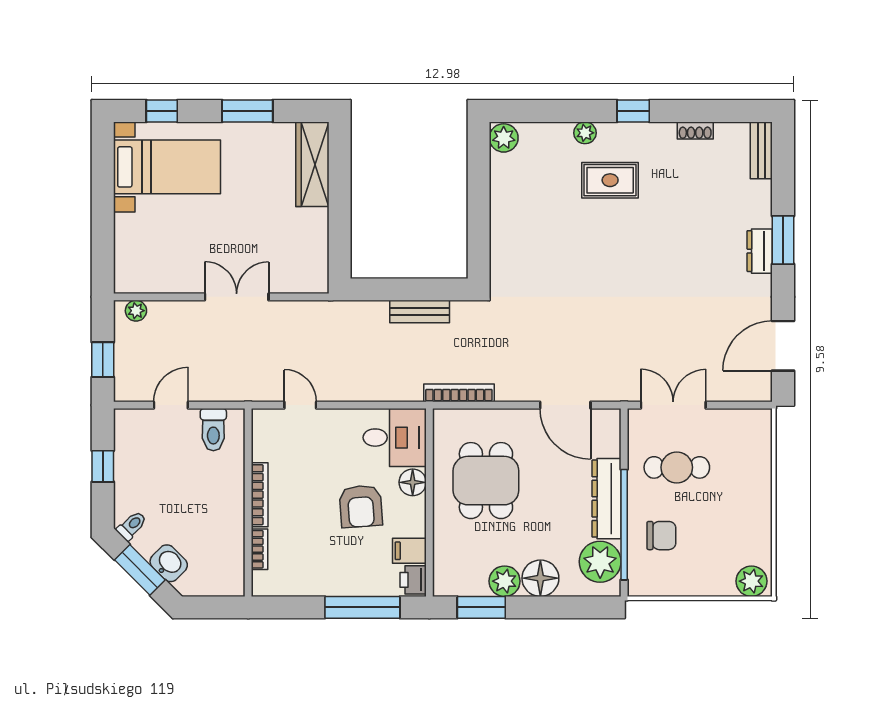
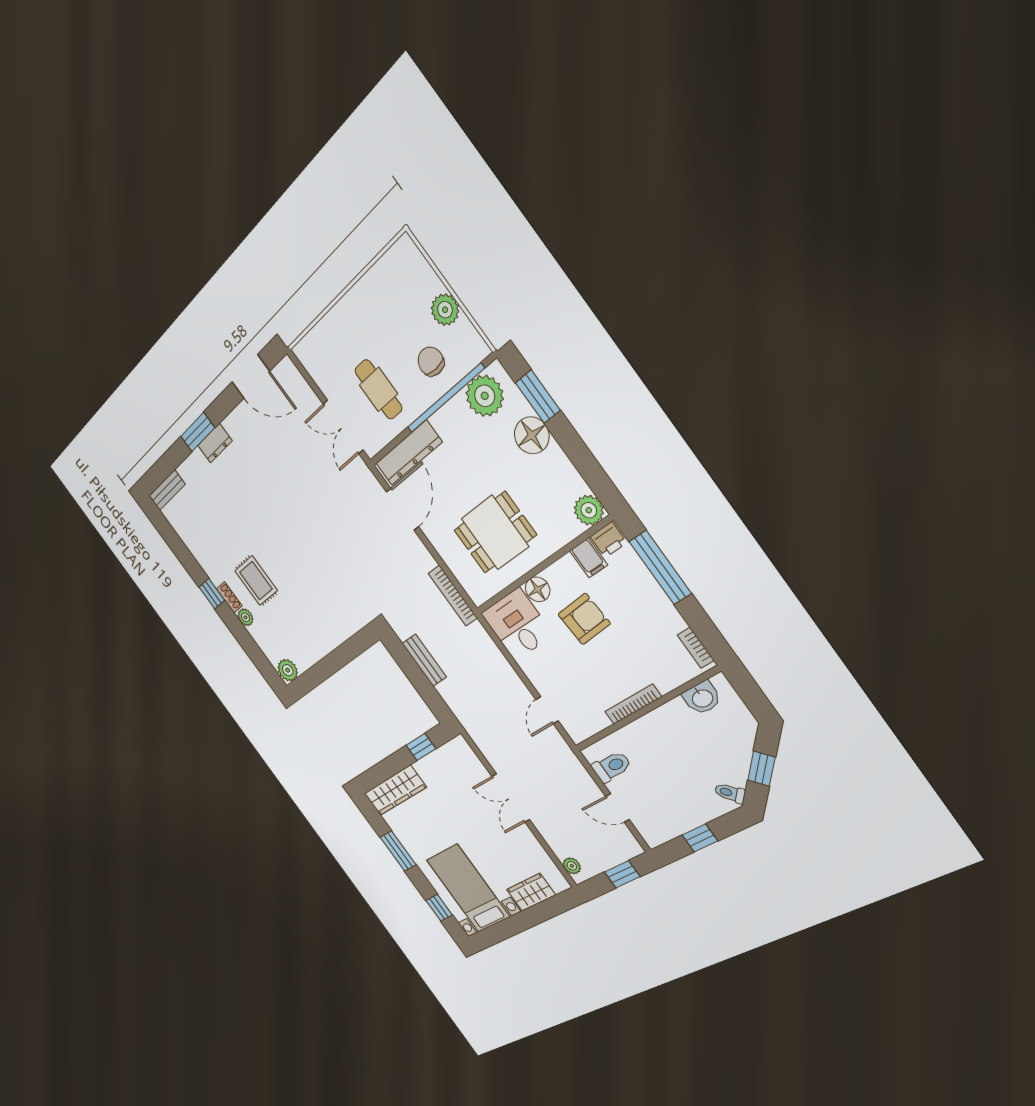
shoe rack: (695, 130) -> (229, 597), moved
window: (340, 235) -> (421, 747), added
wardrobe: (129, 241) -> (531, 892), added
dresser: (606, 499) -> (409, 453), moved
bookcase: (260, 549) -> (696, 648), moved, turned -90
washbasin: (169, 563) -> (702, 698), moved, turned -135
window: (140, 570) -> (761, 769), width x0.67
plant: (505, 581) -> (589, 510), moved
plant: (751, 581) -> (445, 310), moved
window: (481, 607) -> (538, 397), moved

